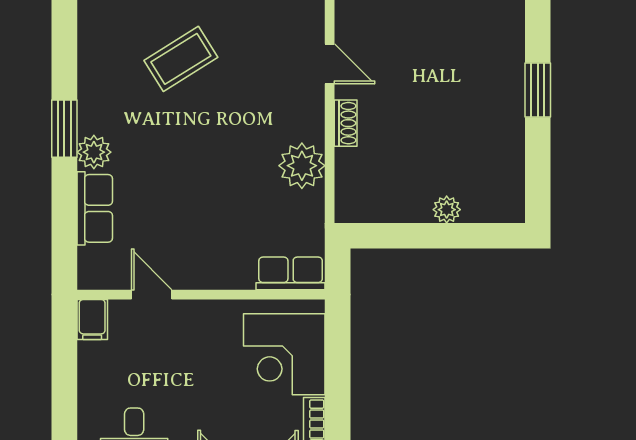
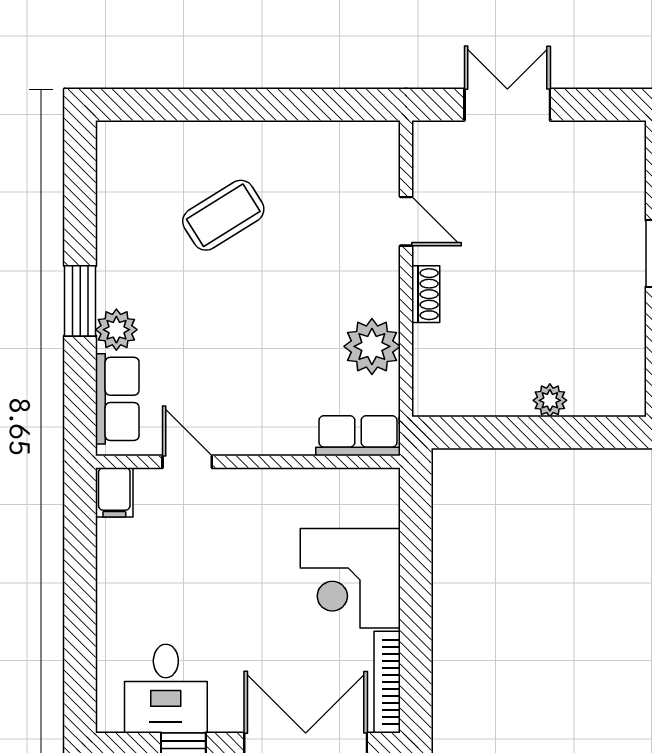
row of seats: (291, 273) -> (358, 436), moved
door: (152, 295) -> (187, 462), moved
wall: (201, 295) -> (248, 462), moved
filing cabinet: (92, 320) -> (114, 492), moved

